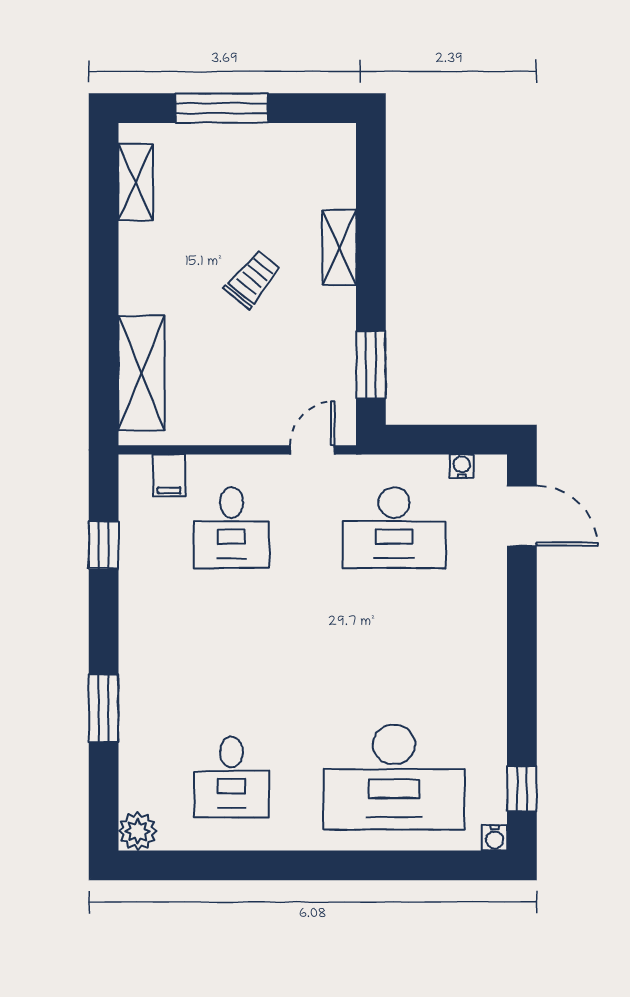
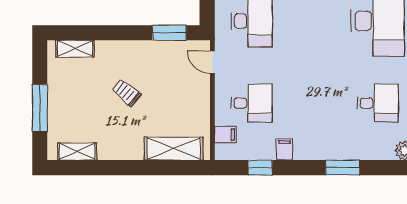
shelving: (339, 248) -> (75, 49), moved
filing cabinet: (140, 593) -> (284, 149), added

